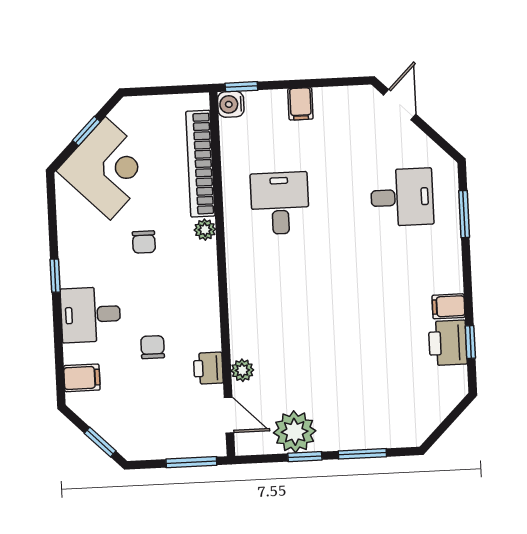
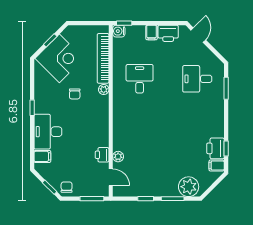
printer: (336, 104) -> (168, 33), added
desk: (402, 197) -> (197, 79), turned 180
filing cabinet: (449, 306) -> (217, 166), moved
desk: (91, 315) -> (48, 132), width x1.37
chair: (153, 347) -> (67, 187), moved
plant: (295, 432) -> (189, 187), moved

